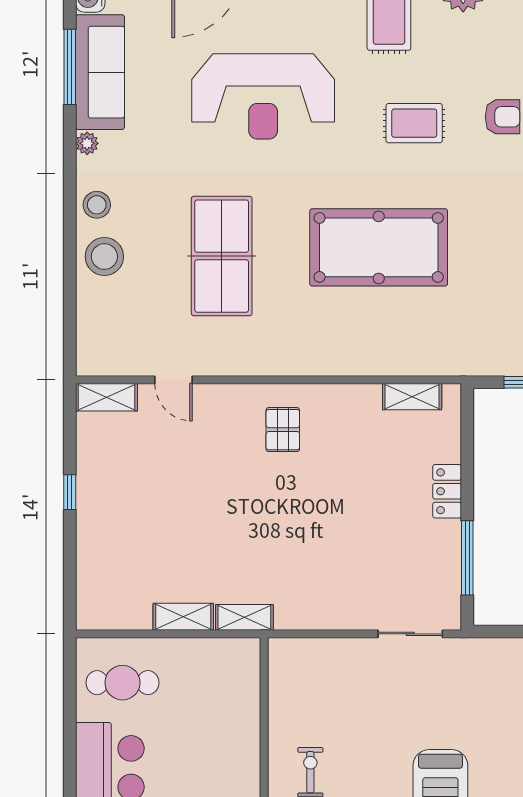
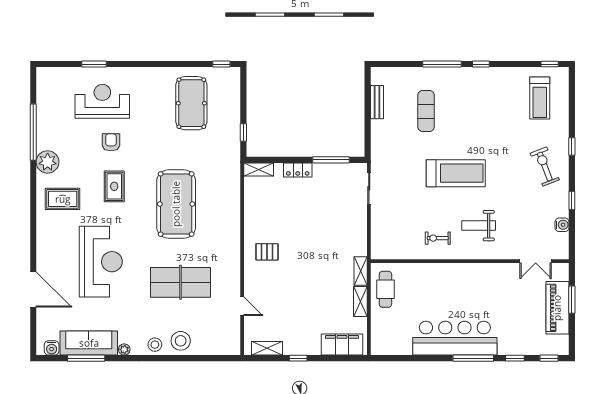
door: (173, 380) -> (242, 306), hinge flipped
shelving: (106, 397) -> (267, 348), moved, turned 90
shelving: (412, 397) -> (259, 169), moved, turned 90
filing cabinet: (97, 580) -> (342, 344), added
cafe table: (122, 683) -> (385, 289), moved

